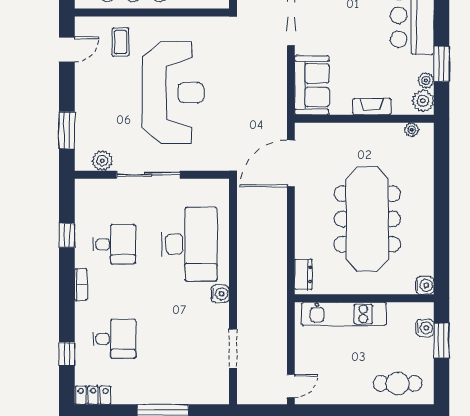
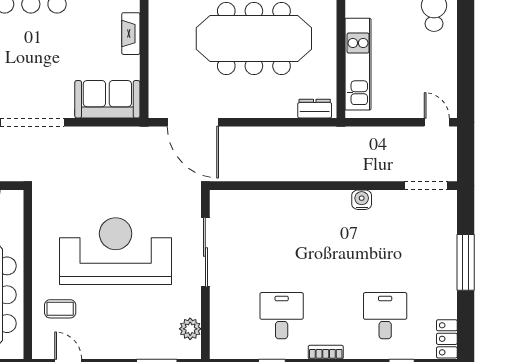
sliding door: (148, 175) -> (205, 252), moved
desk: (189, 244) -> (282, 233), removed
water cooler: (220, 294) -> (362, 200), moved
doorway: (233, 349) -> (426, 186), moved

